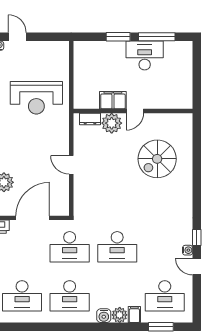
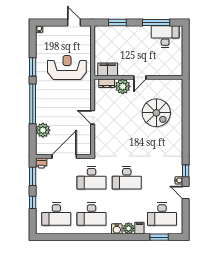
door: (17, 37) -> (74, 22), moved
window: (118, 37) -> (117, 22), moved
desk: (145, 56) -> (165, 36), moved
reception desk: (36, 98) -> (67, 68), turned 180
filing cabinet: (113, 100) -> (108, 69), moved
spiral stairs: (157, 159) -> (156, 113), turned -90

